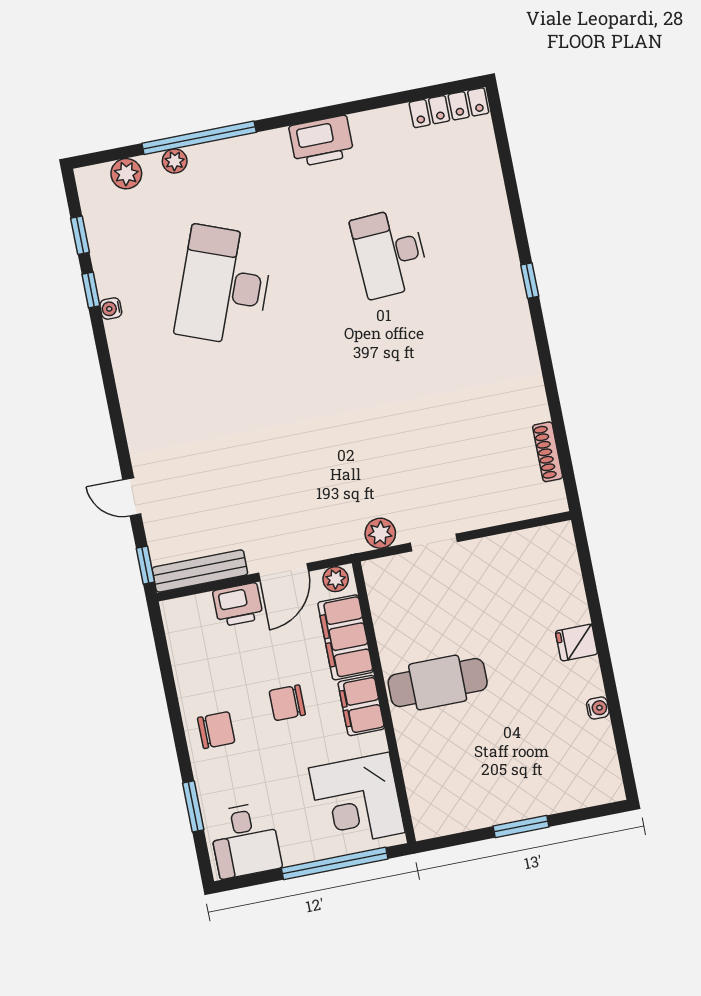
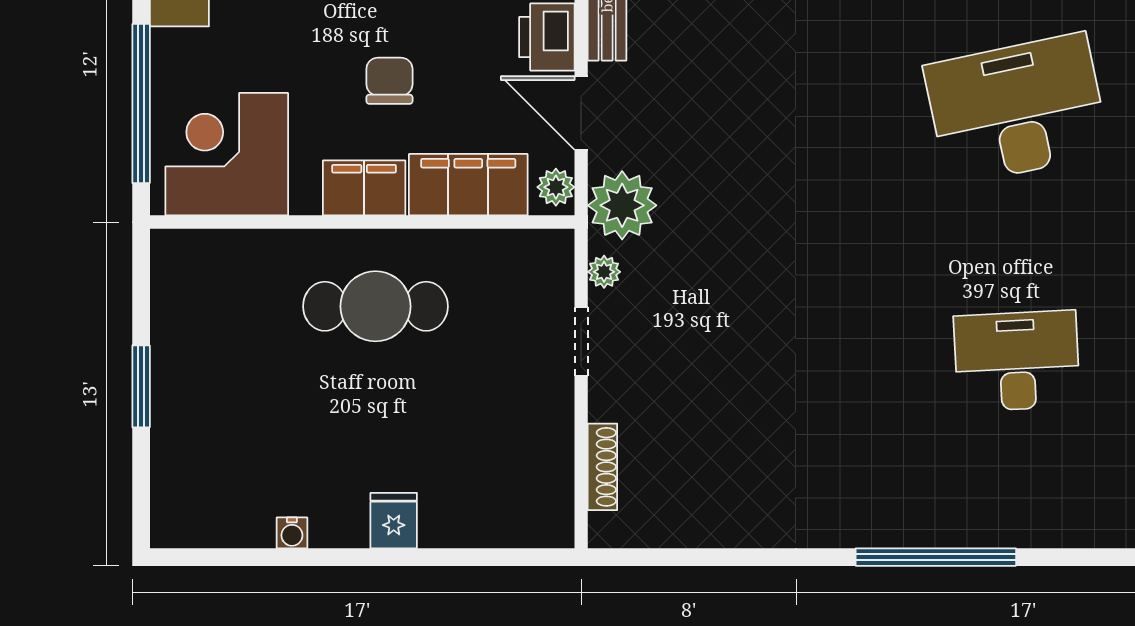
window: (530, 281) -> (936, 557), width x3.17
desk: (224, 286) -> (1017, 109), turned -33
shoe rack: (548, 452) -> (602, 467), moved, turned 90
plant: (339, 533) -> (622, 205), added
plant: (380, 533) -> (604, 272), width x0.73, depth x0.73
cafe table: (438, 683) -> (375, 306), turned 90

